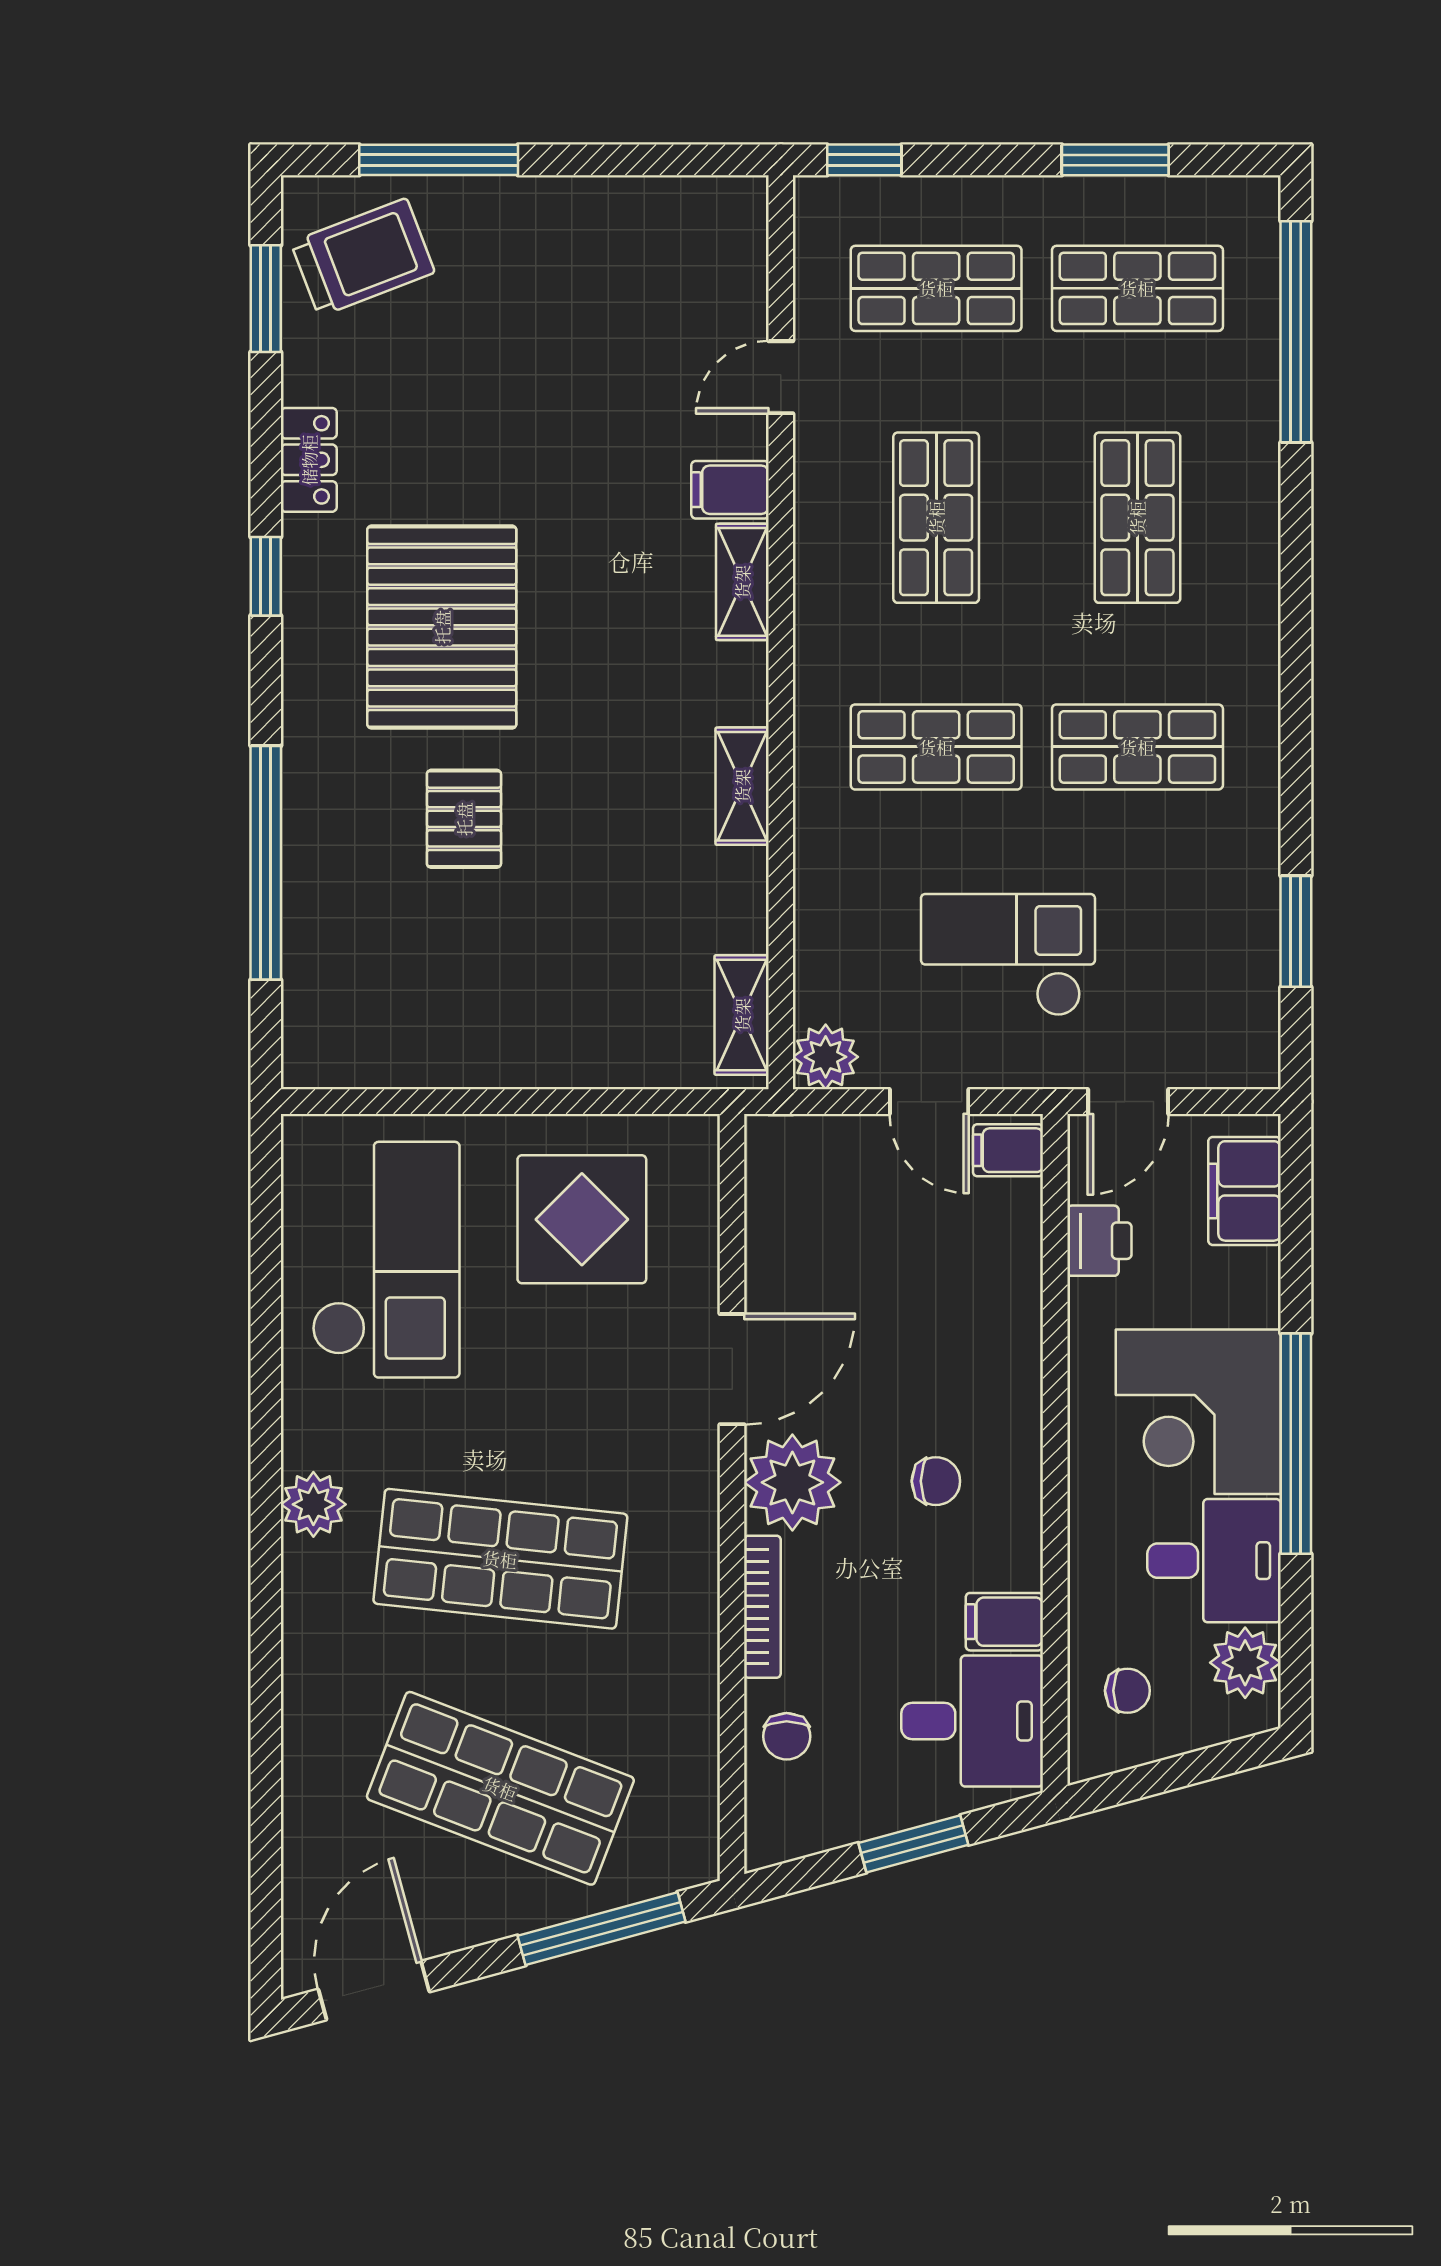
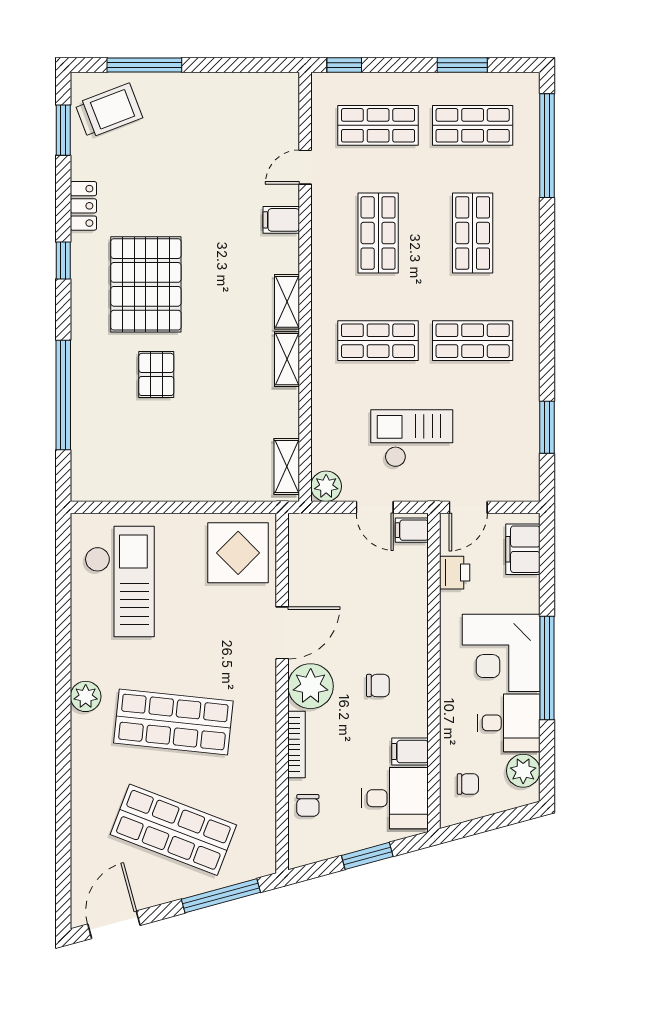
shelving: (742, 582) -> (287, 302), moved
display table: (582, 1219) -> (238, 553), moved

